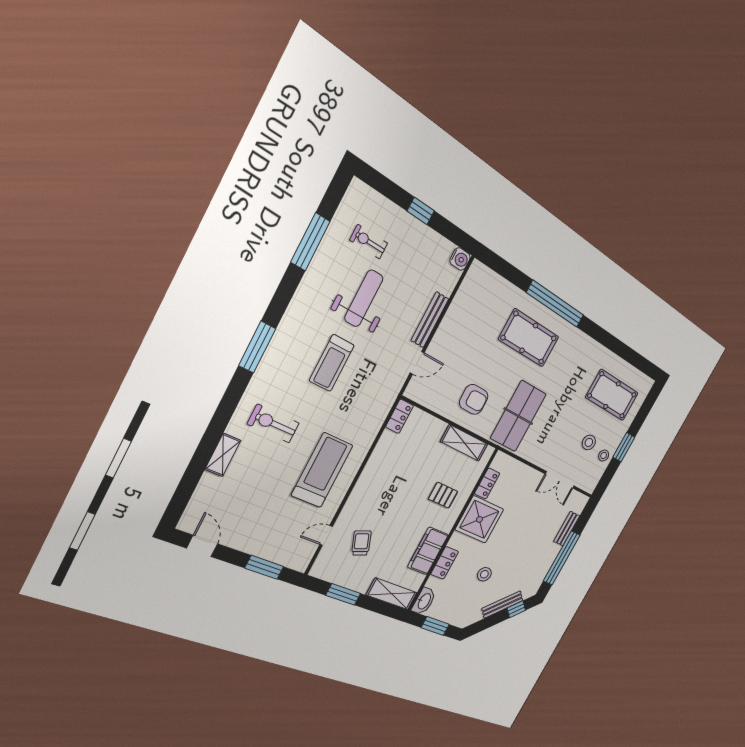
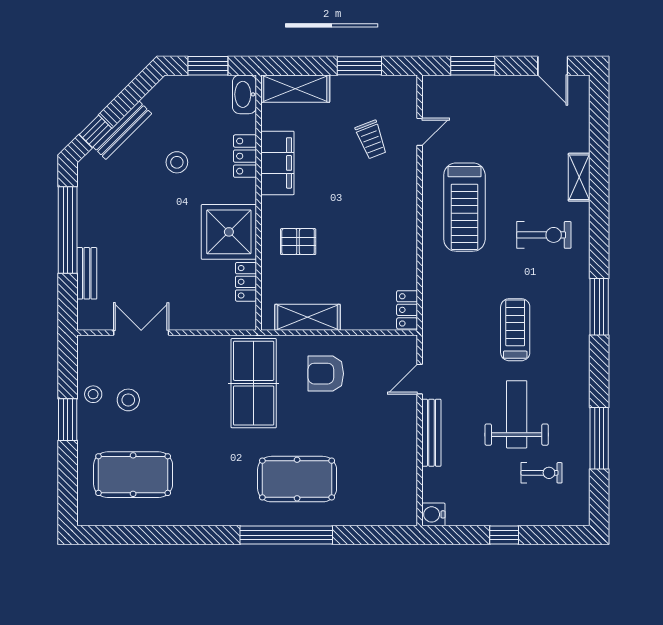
weight bench: (364, 298) -> (517, 414), turned 180

